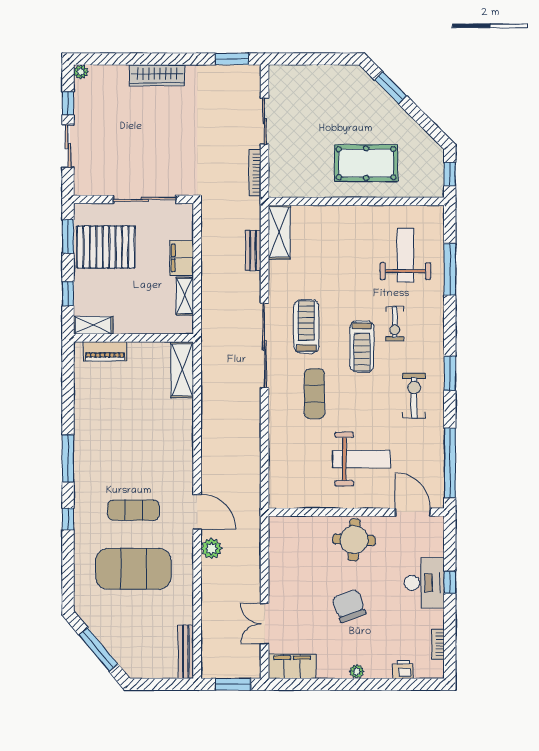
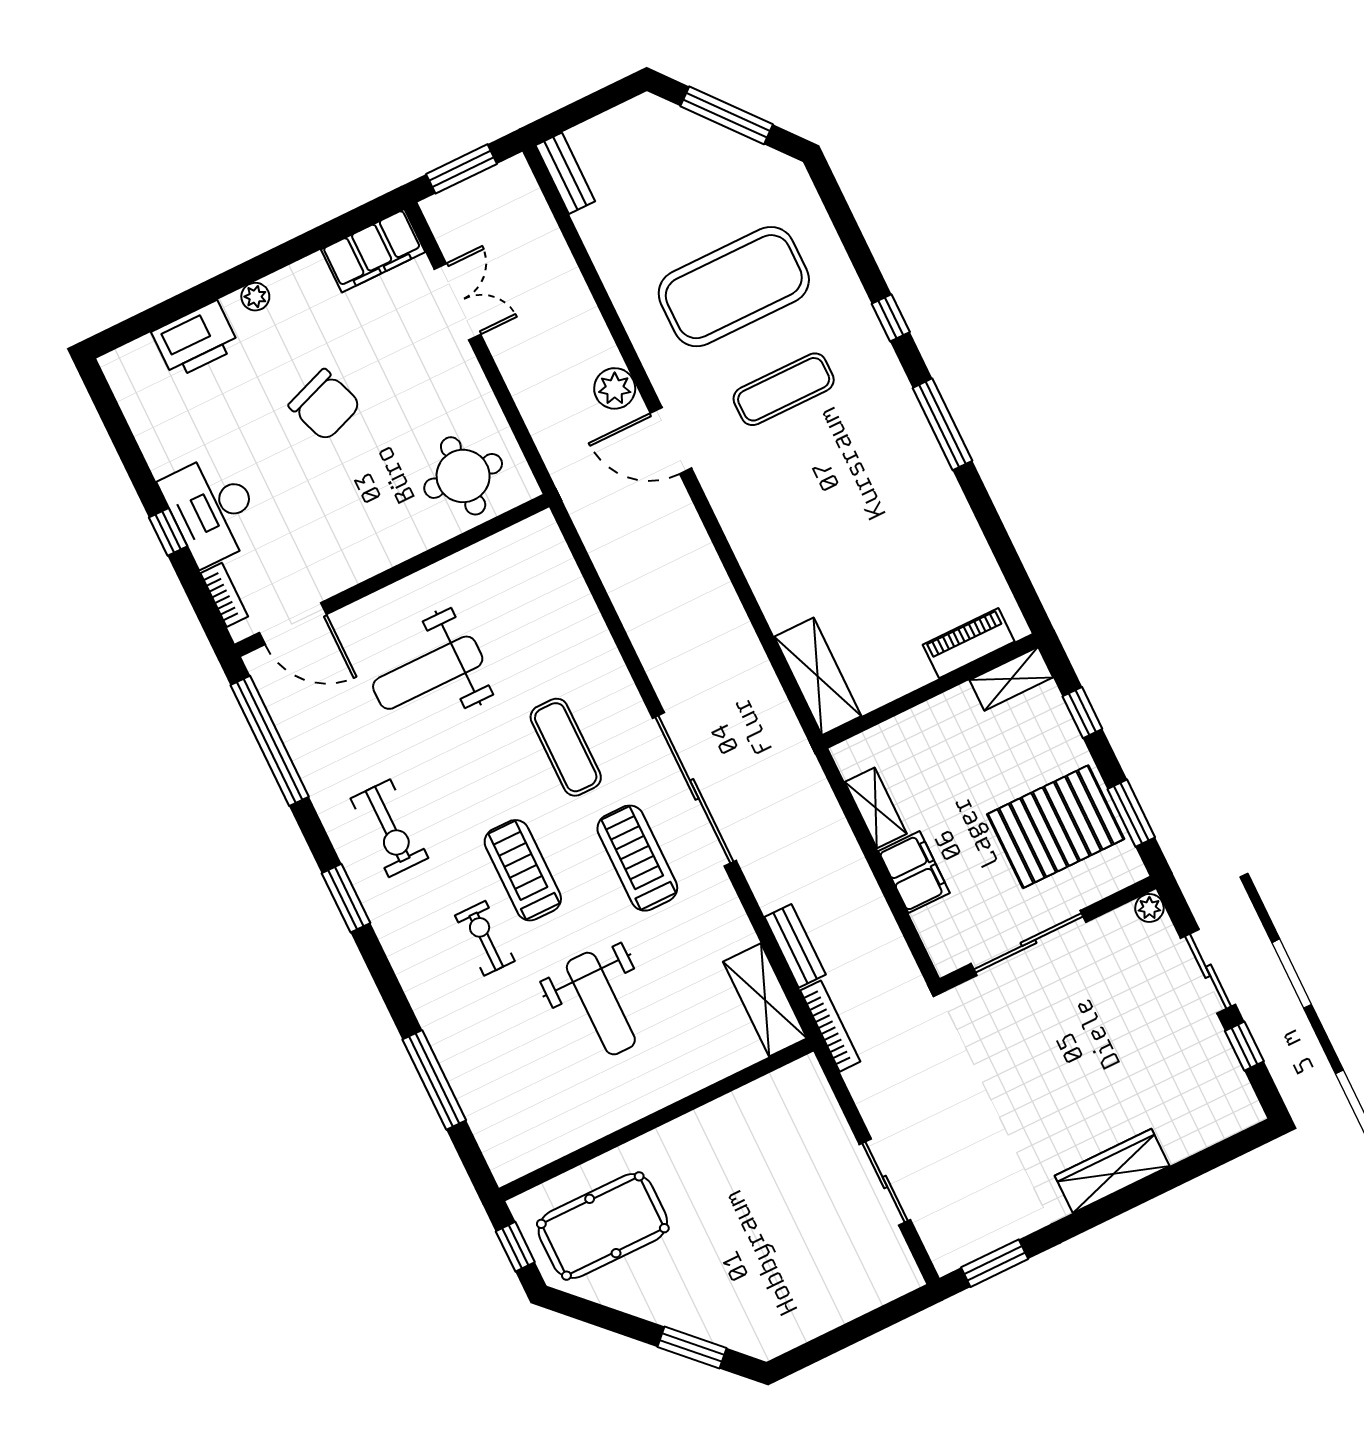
plant: (81, 72) -> (1149, 908), moved
pool table: (366, 163) -> (603, 1226), moved
bookcase: (255, 173) -> (830, 1026), moved
weight bench: (405, 255) -> (601, 1004), moved
treadmill: (306, 326) -> (637, 858), turned 180
round table: (354, 540) -> (463, 476), moved
bookcase: (438, 644) -> (224, 595), moved
bench: (186, 652) -> (565, 173), width x0.73
printer: (403, 669) -> (195, 340), width x1.87, depth x1.48

